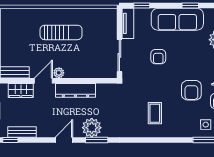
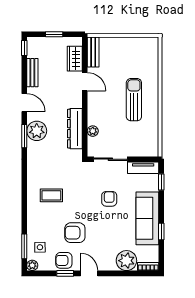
sun lounger: (61, 32) -> (134, 100), turned 180
armchair: (158, 57) -> (109, 199), turned 90
plant: (59, 73) -> (93, 131), moved
dresser: (75, 90) -> (75, 129), moved
bench: (22, 132) -> (32, 73), moved

